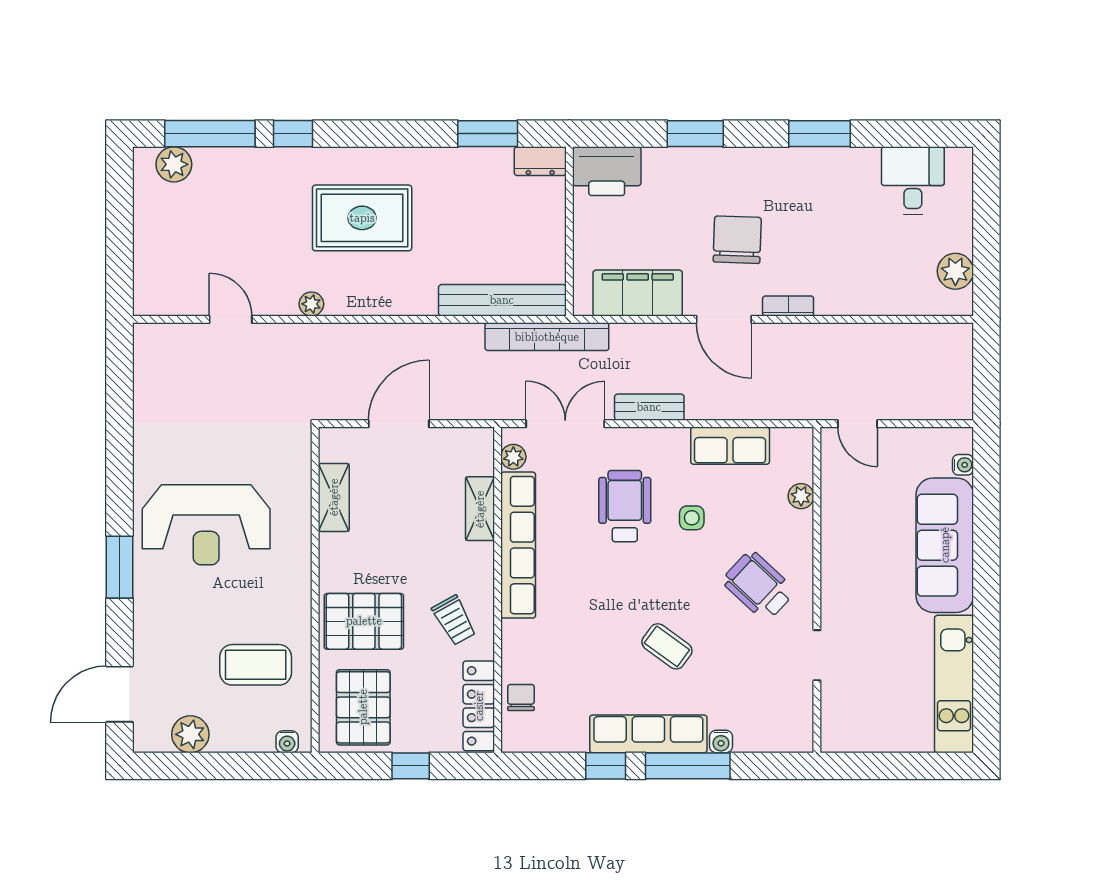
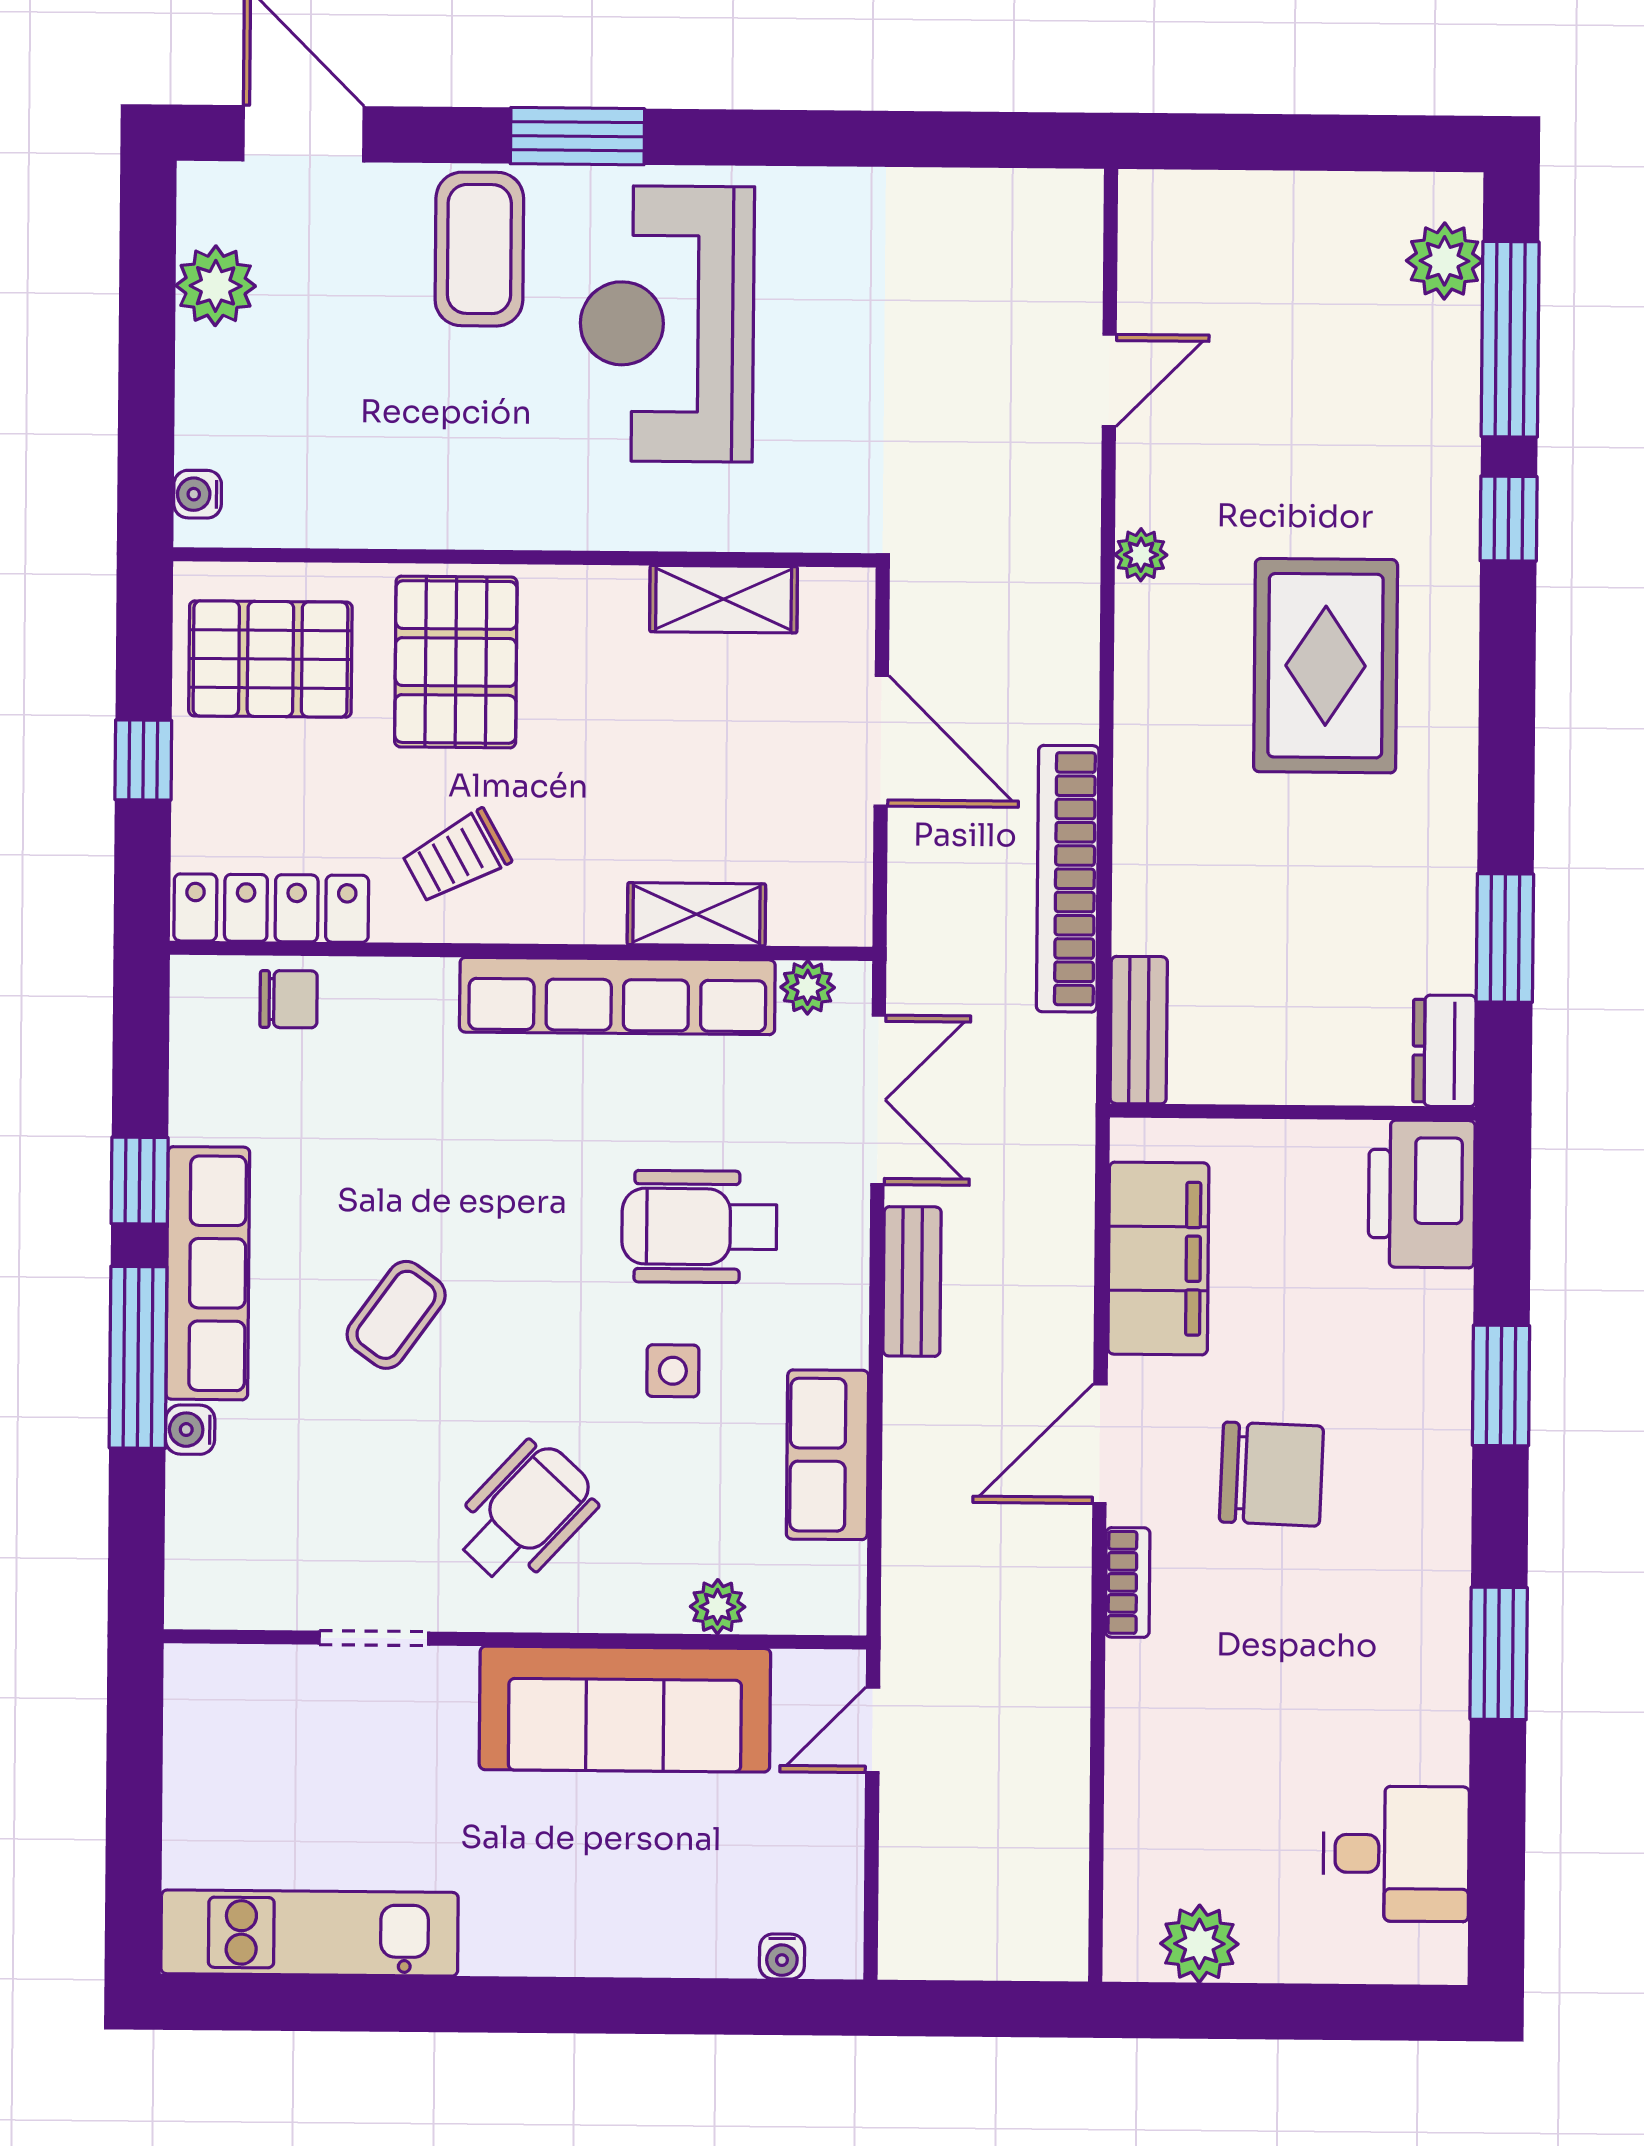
bench: (502, 300) -> (1139, 1030), width x0.54, depth x0.82
bookcase: (547, 337) -> (1068, 879), moved
wheelchair: (625, 506) -> (699, 1227), turned 180
sofa: (945, 545) -> (625, 1709), moved, turned 180
coffee table: (256, 665) -> (479, 249), moved

